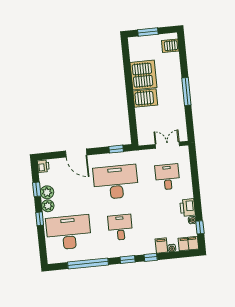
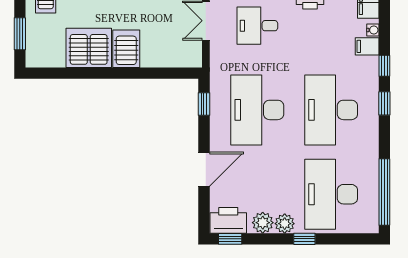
printer: (43, 166) -> (228, 220), width x1.87, depth x1.48
window: (37, 189) -> (230, 239), moved
desk: (120, 227) -> (331, 110), width x1.87, depth x1.30
window: (88, 264) -> (384, 192), moved

